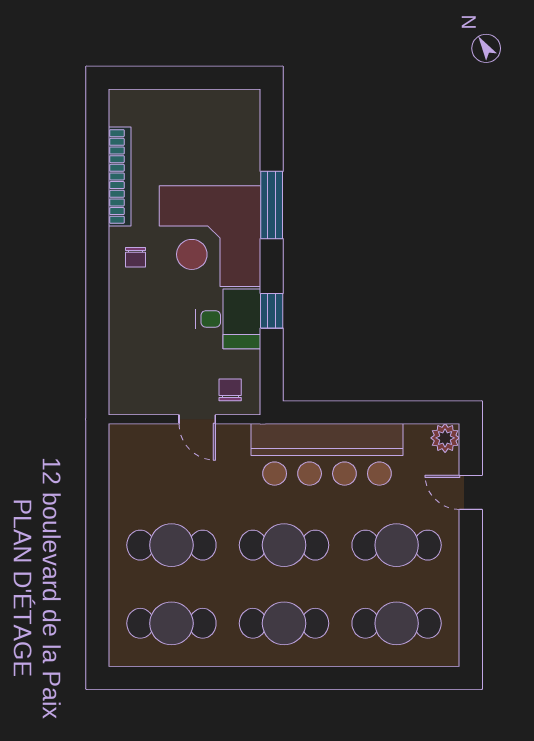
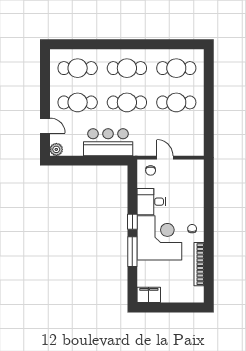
filing cabinet: (234, 106) -> (149, 295), added
window: (272, 311) -> (132, 222), moved
bar counter: (327, 454) -> (108, 142), width x0.73

